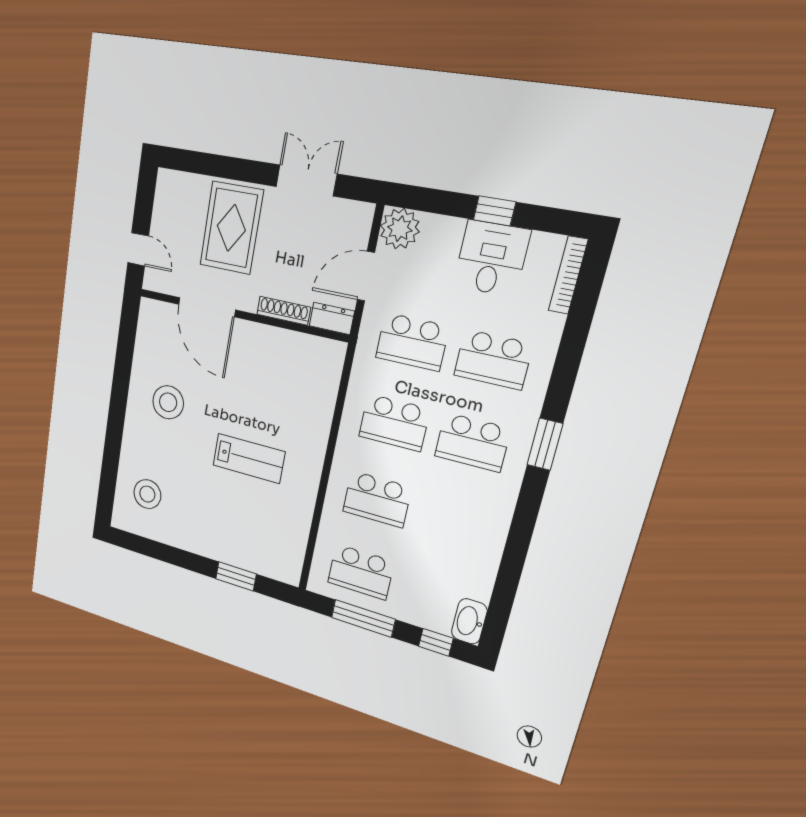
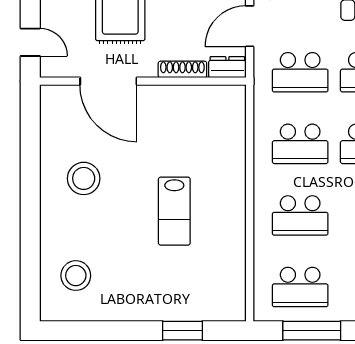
lab bench: (249, 458) -> (174, 211), turned 90

